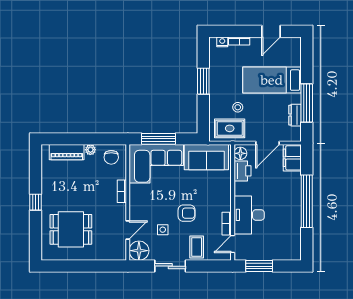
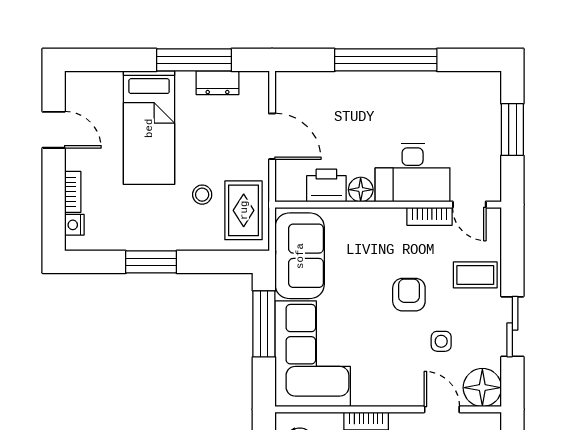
window: (158, 139) -> (264, 324), moved
floor lamp: (240, 153) -> (361, 190), moved
filing cabinet: (292, 158) -> (301, 88), removed
window: (259, 266) -> (512, 130), moved

